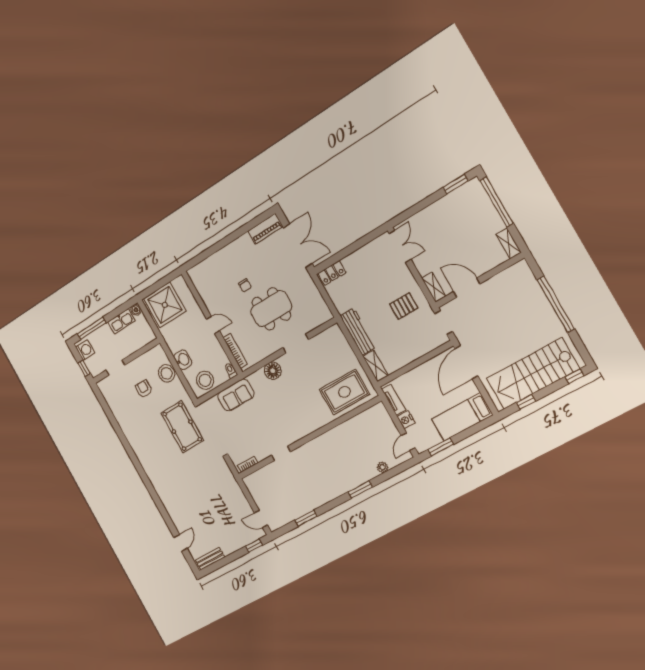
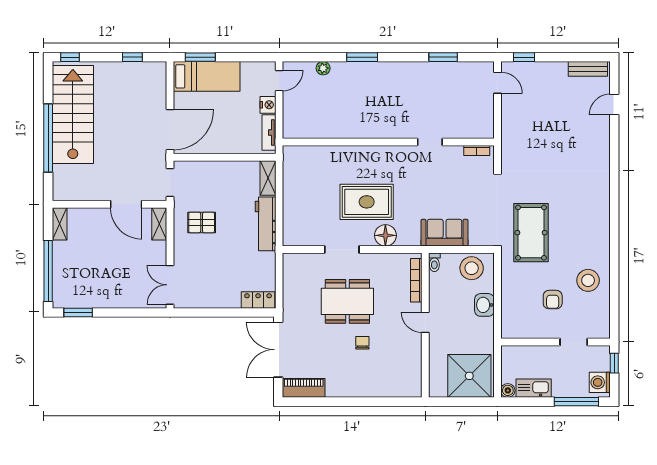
stool: (166, 373) -> (588, 280), moved
stairs: (533, 374) -> (73, 114), moved, turned -90
rug: (344, 392) -> (367, 202), moved
window: (441, 447) -> (200, 57), moved

